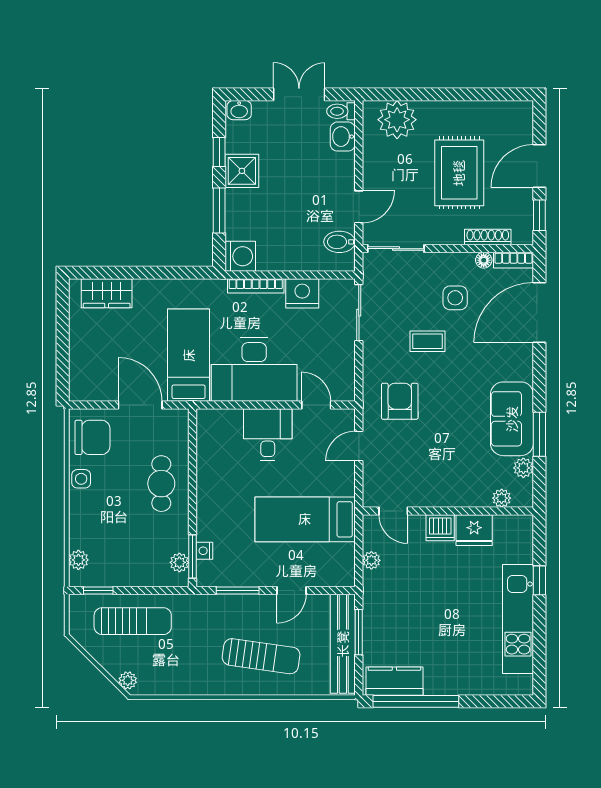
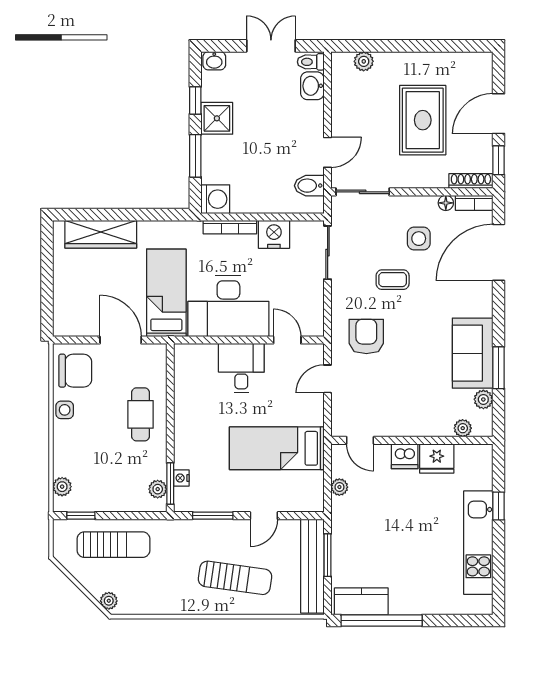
plant: (397, 120) -> (364, 61), width x0.53, depth x0.53
shoe rack: (488, 237) -> (471, 181), moved
wardrobe: (107, 293) -> (101, 234), width x1.50

